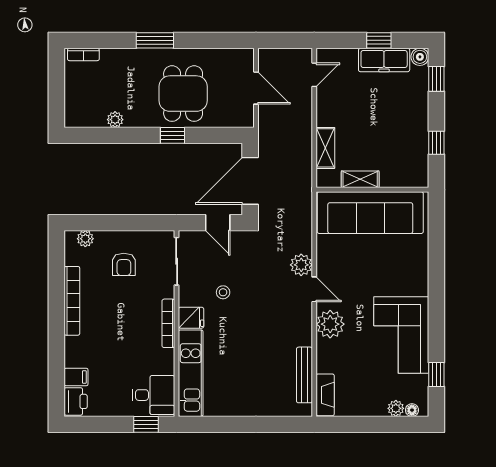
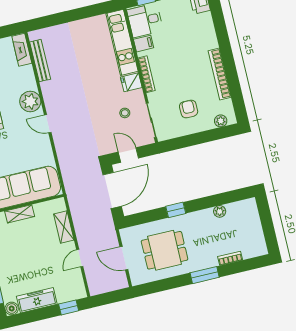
window: (379, 40) -> (69, 307), moved
bookcase: (83, 54) -> (230, 258), moved
door: (314, 75) -> (80, 258), moved
dining table: (183, 94) -> (165, 250), moved, turned 90
shelving: (360, 179) -> (20, 214), moved
plant: (301, 265) -> (61, 139), removed
stool: (223, 292) -> (125, 113), moved
filing cabinet: (76, 377) -> (144, 44), moved, turned 180

